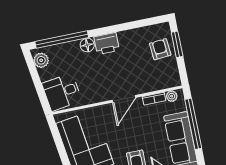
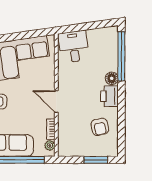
armchair: (160, 49) -> (100, 127), moved, turned 83
plant: (41, 60) -> (106, 34), removed

